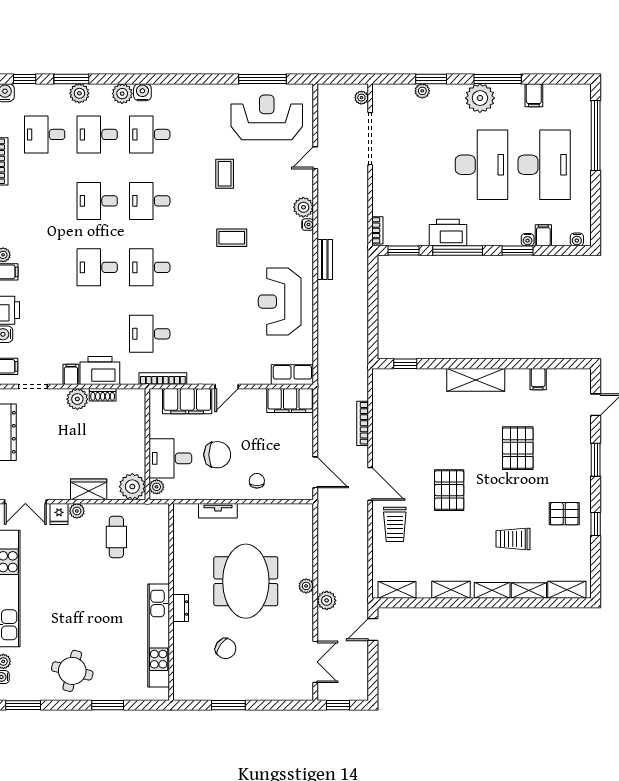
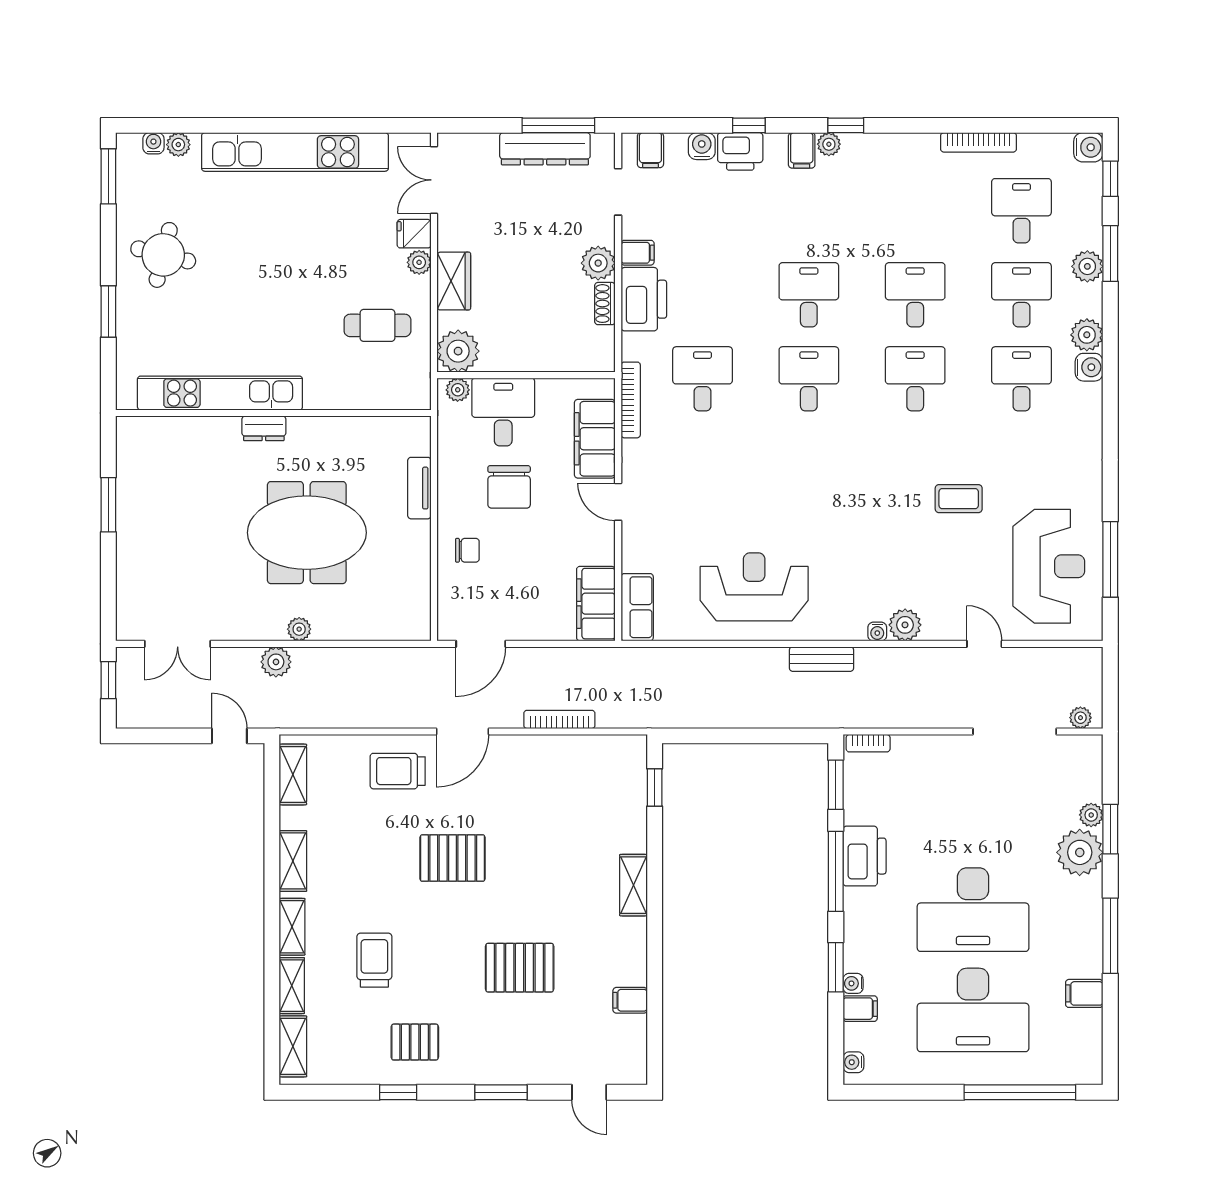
plant: (480, 98) -> (1080, 852), moved
coffee table: (232, 238) -> (856, 510), removed
shelving: (476, 380) -> (633, 885), width x0.67, depth x0.75
pallet: (564, 514) -> (415, 1042), turned 90
chair: (226, 649) -> (199, 500), removed

